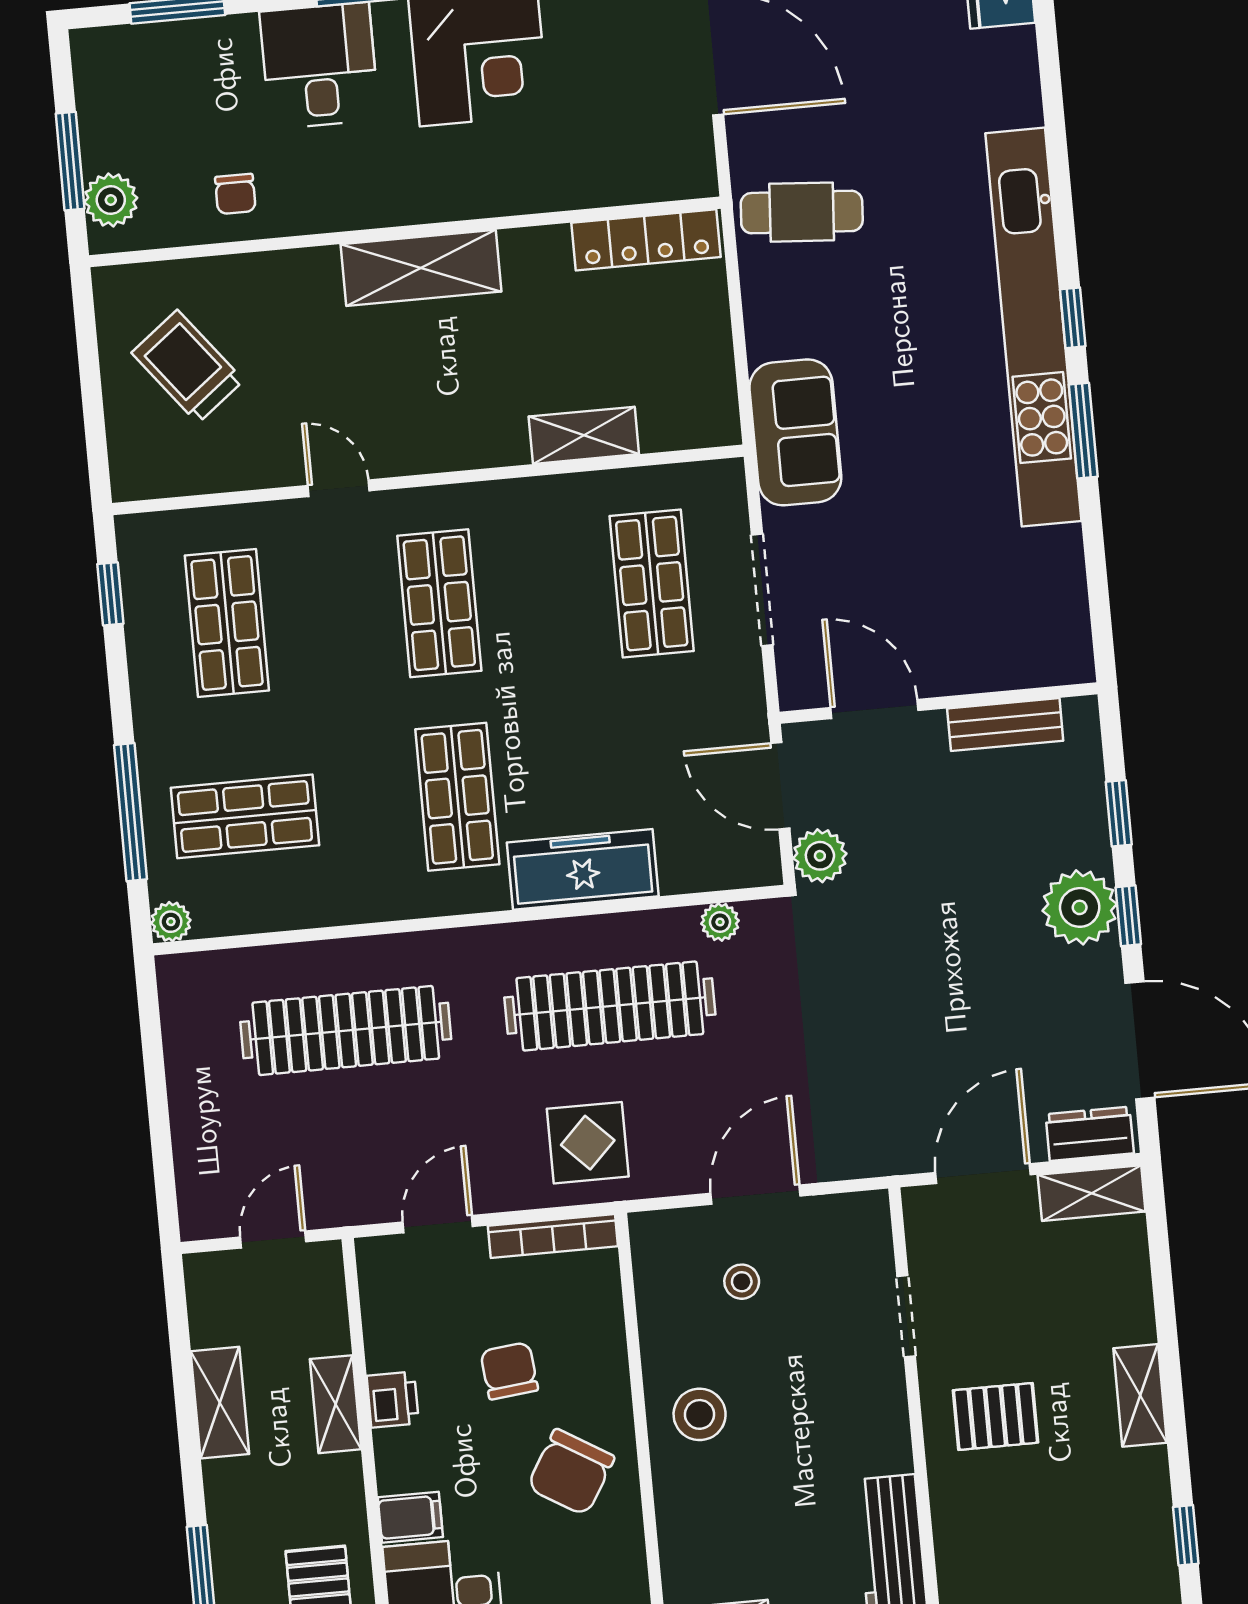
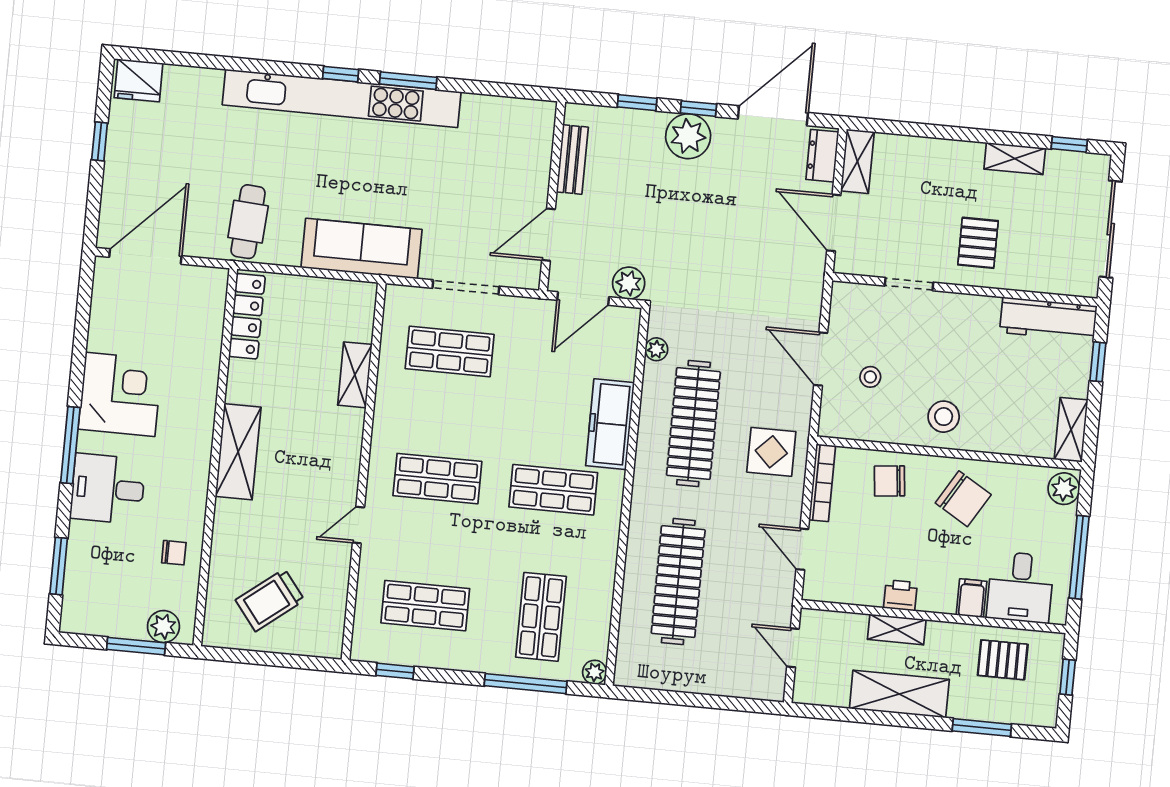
sofa: (795, 432) -> (361, 249), width x1.36
chair: (509, 1371) -> (890, 481), moved
shelving: (1140, 1395) -> (1015, 159), moved
shelving: (220, 1403) -> (899, 694), width x1.50, depth x1.33

